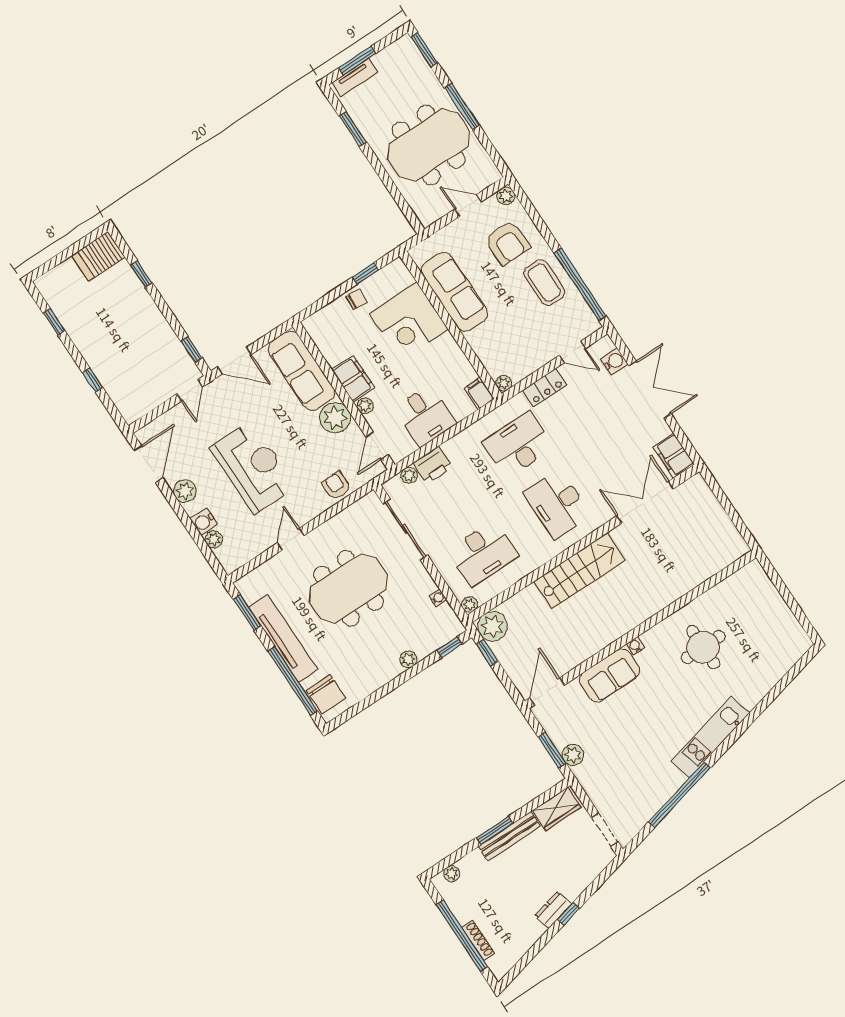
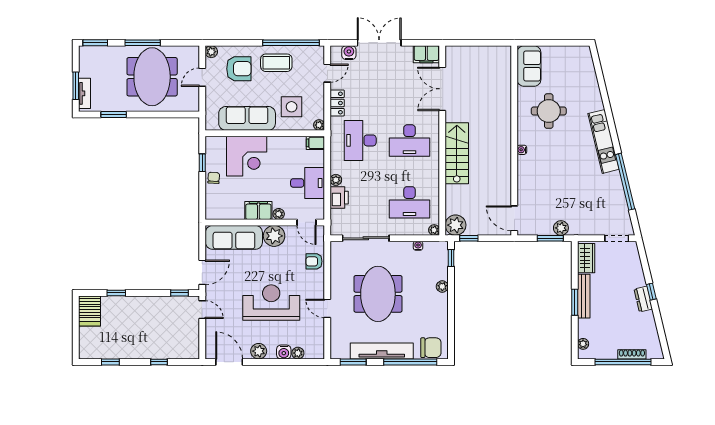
side table: (504, 336) -> (292, 107), added
plant: (409, 475) -> (336, 180), moved
desk: (483, 553) -> (410, 202), turned 90
sofa: (609, 675) -> (529, 66), moved

